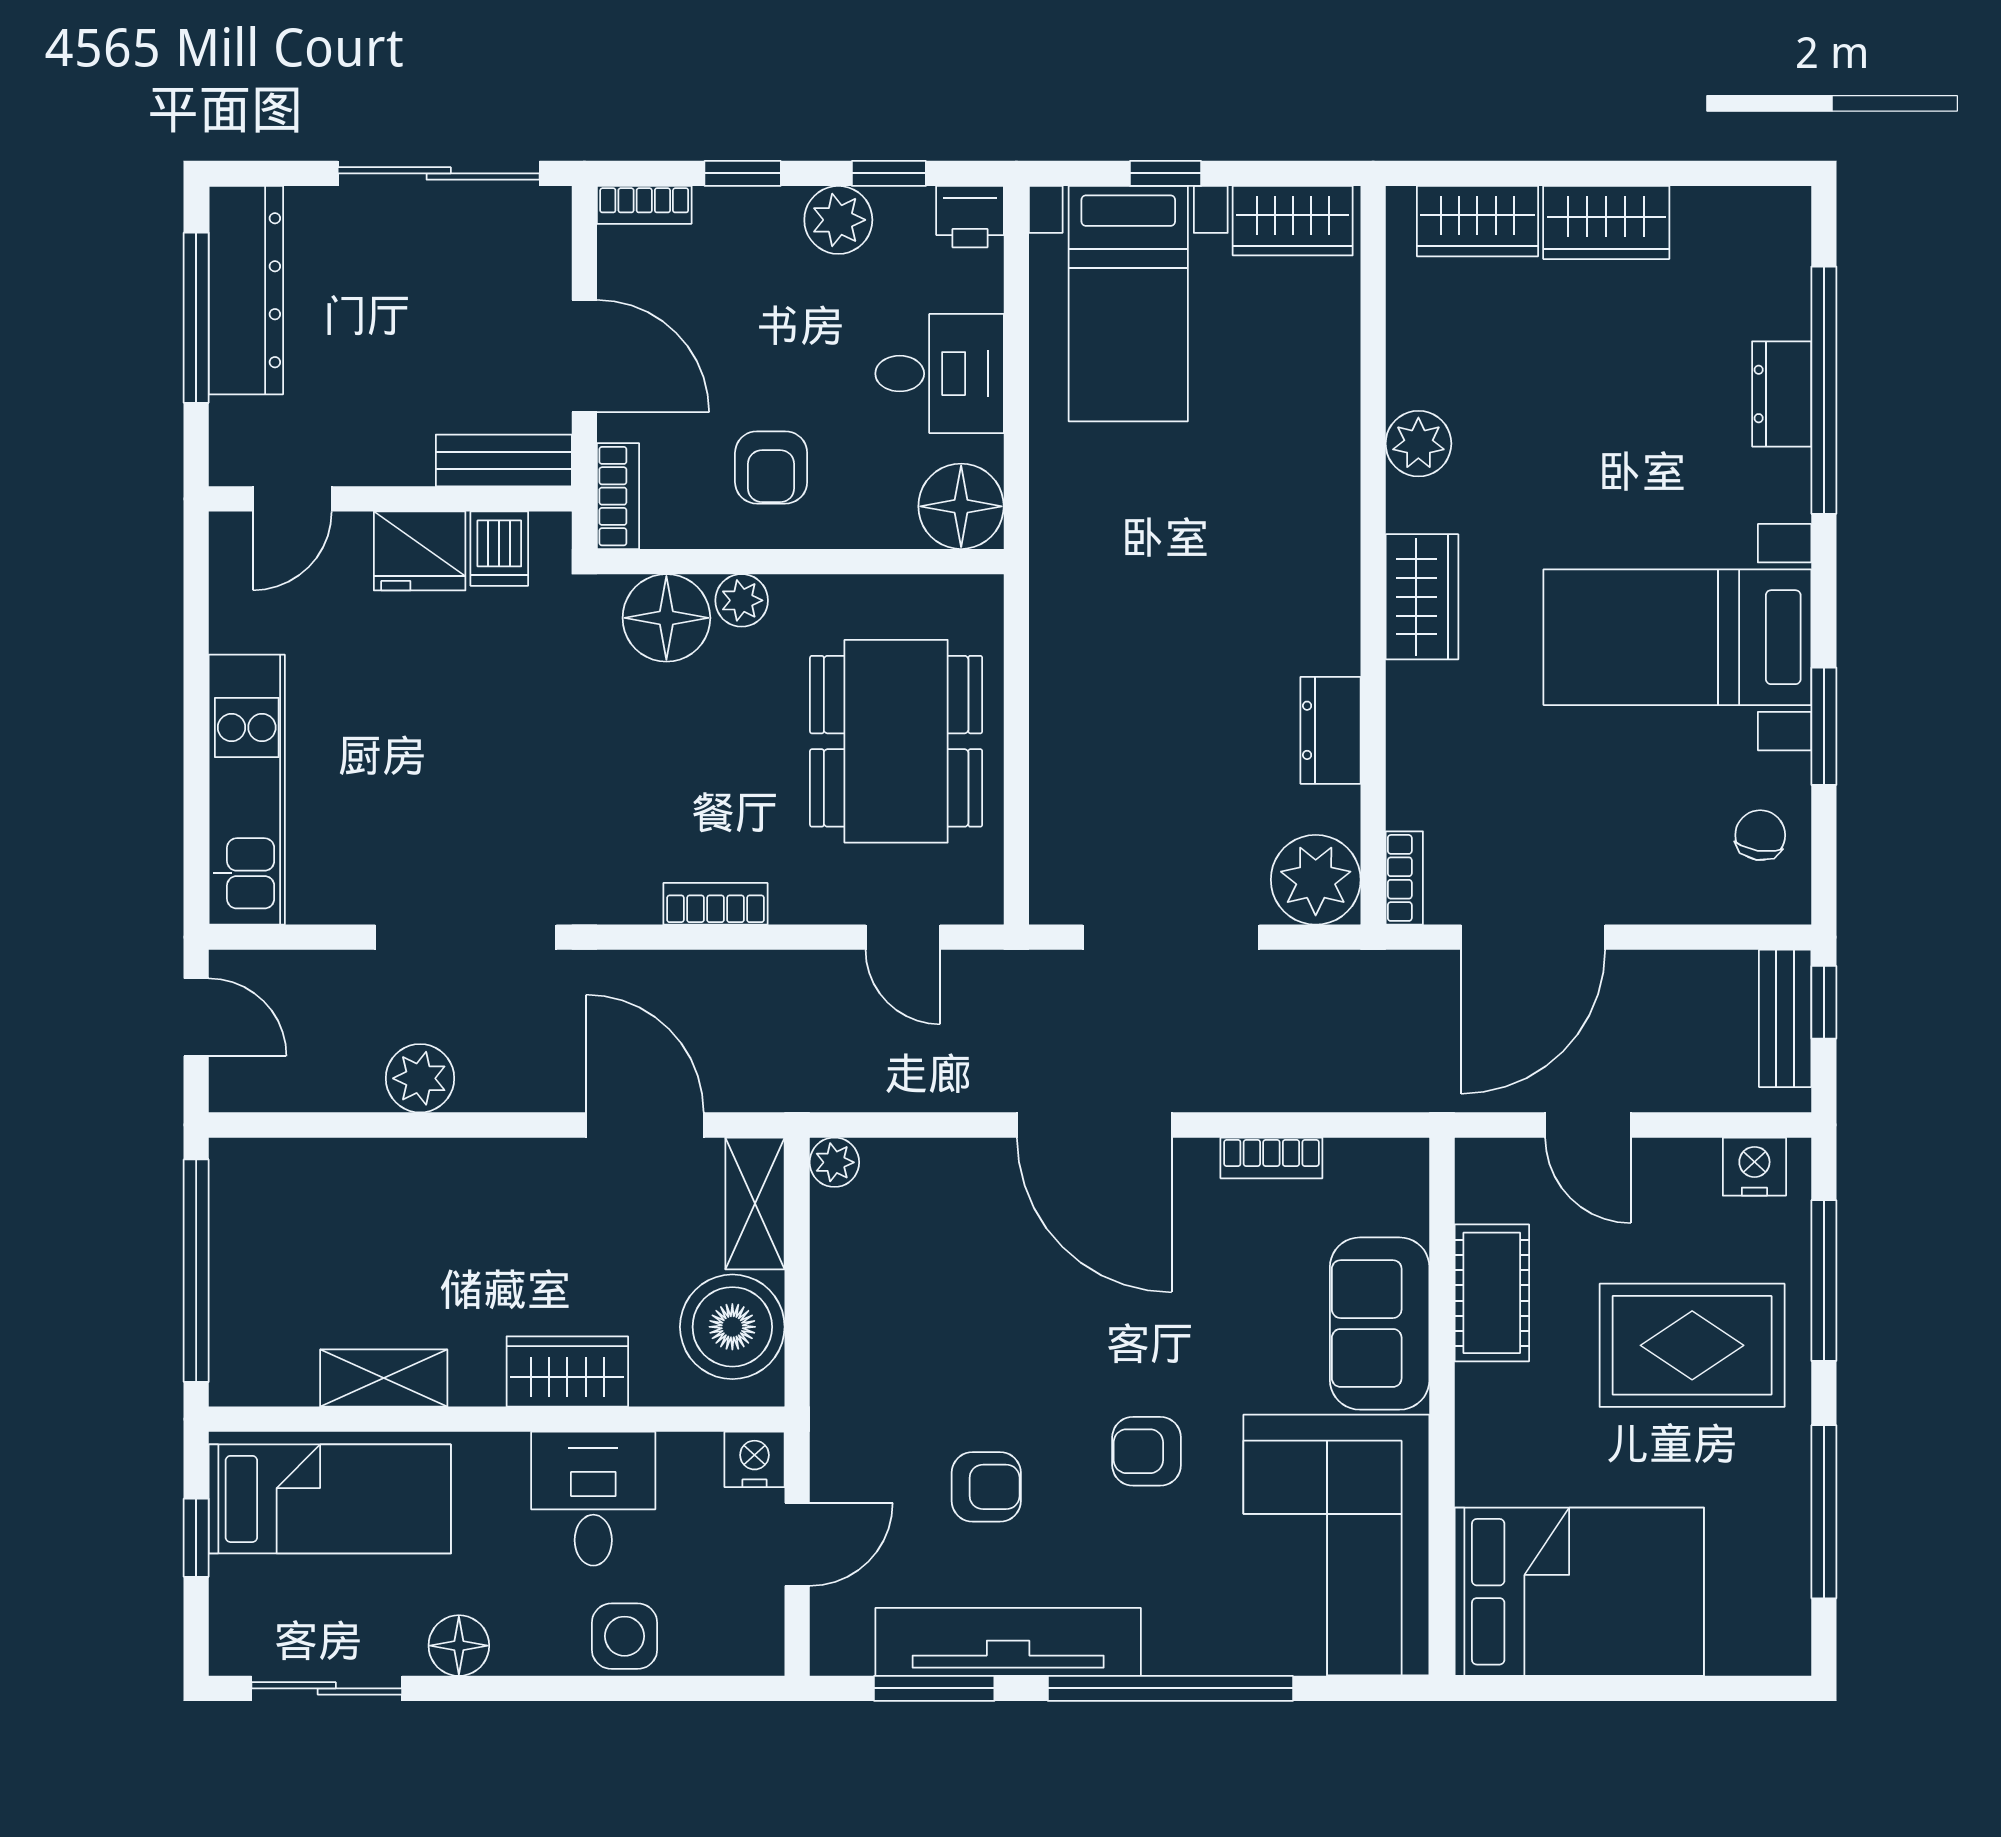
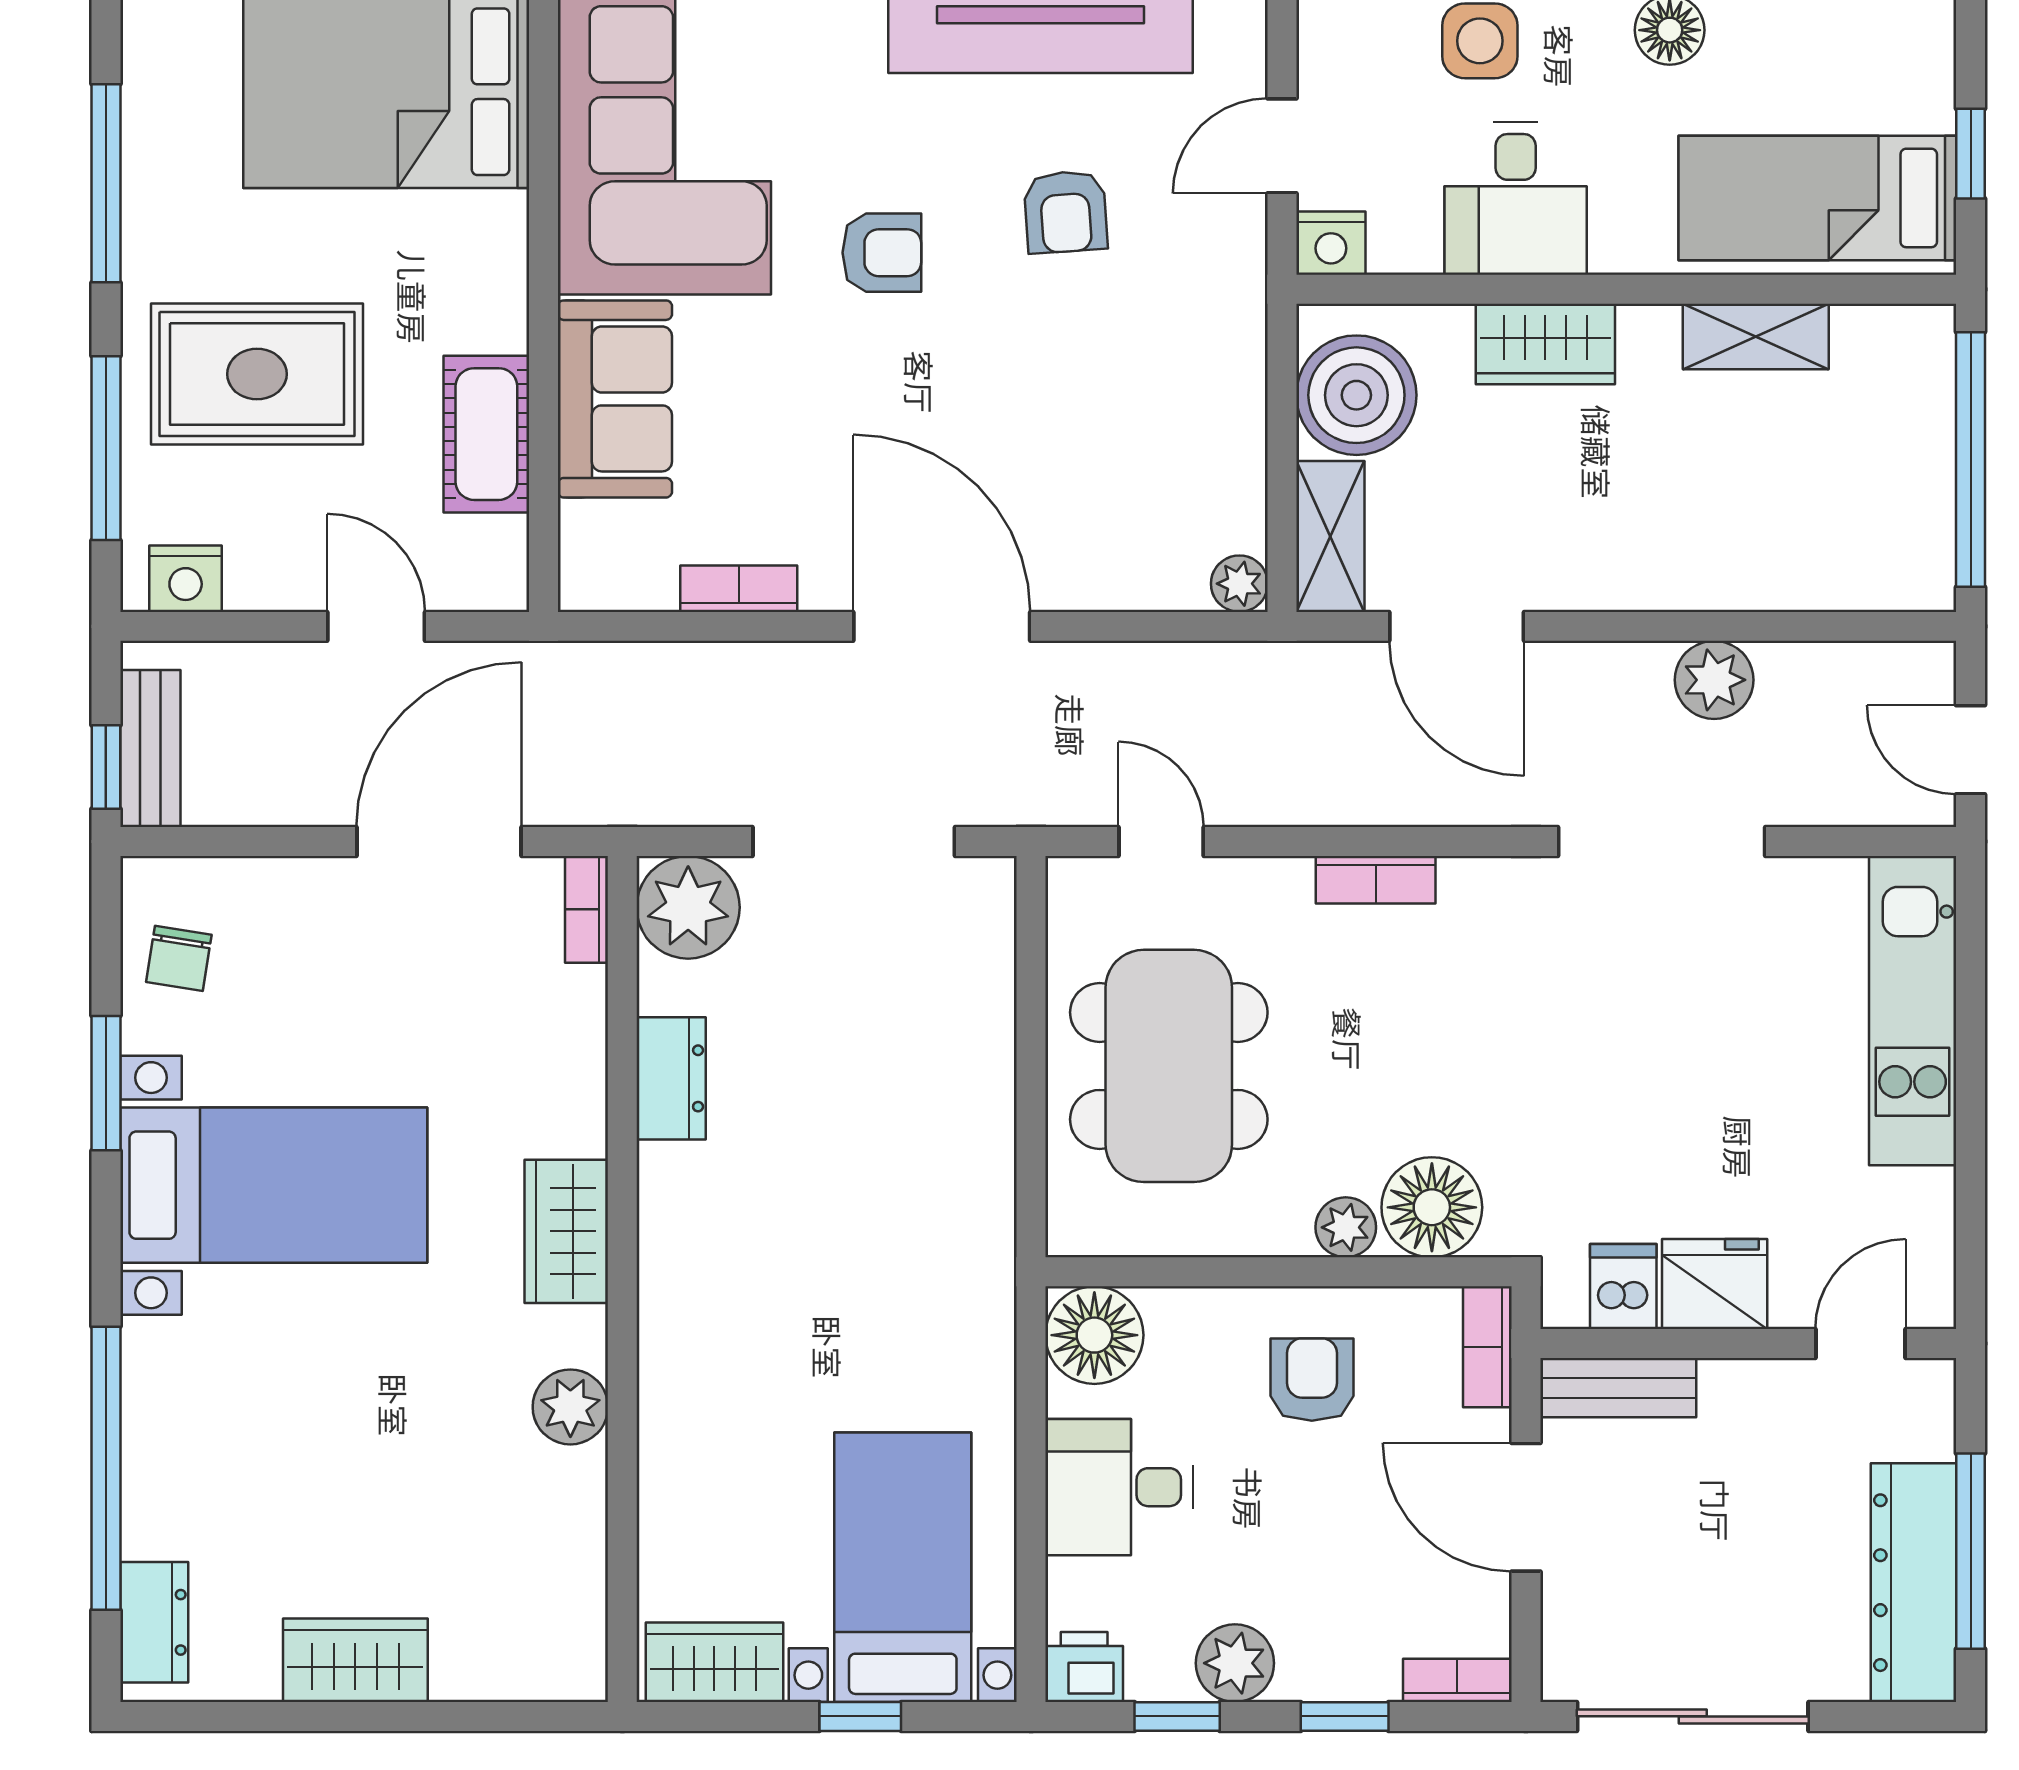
wardrobe: (1477, 221) -> (503, 1662), removed
dresser: (1782, 394) -> (154, 1622), moved
armchair: (986, 1487) -> (1065, 212), turned -94

